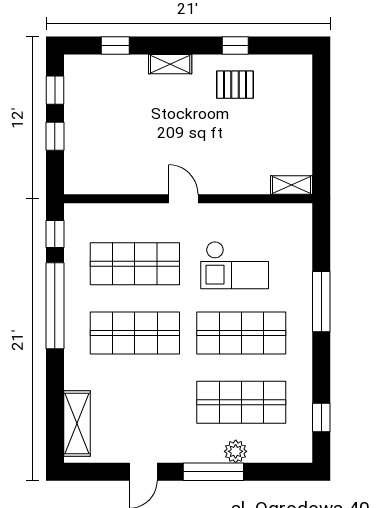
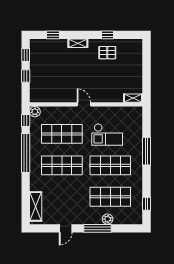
plant: (75, 215) -> (35, 112), added

